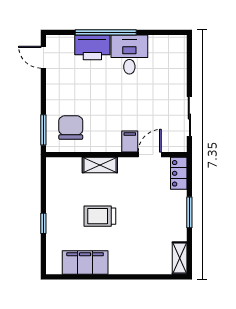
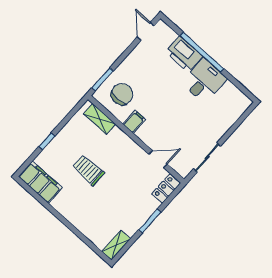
filing cabinet: (130, 141) -> (134, 122), moved
shelving: (100, 165) -> (100, 119), moved
filing cabinet: (85, 262) -> (40, 182), moved

